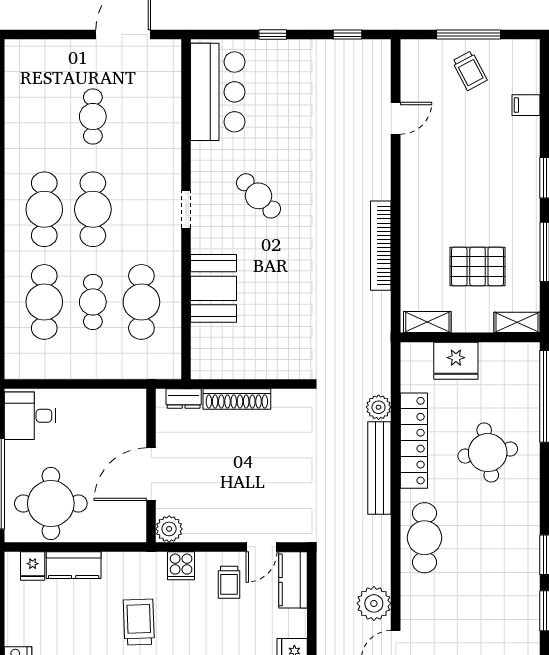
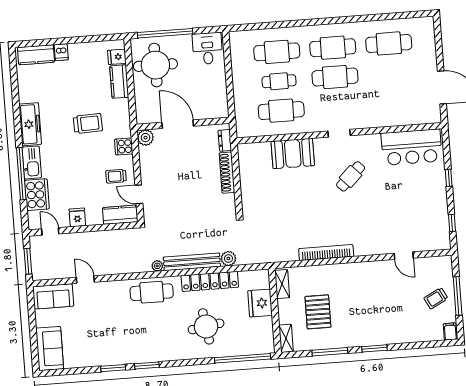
filing cabinet: (526, 105) -> (450, 331), moved
cafe table: (93, 117) -> (389, 43), moved, width x1.37, depth x1.35
plant: (374, 603) -> (157, 266), moved, width x0.53, depth x0.53

